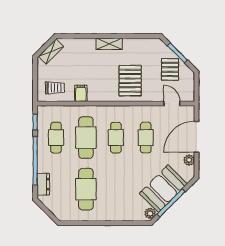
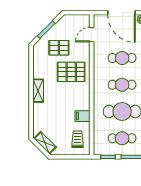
pallet: (170, 69) -> (59, 48), moved

